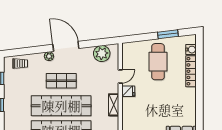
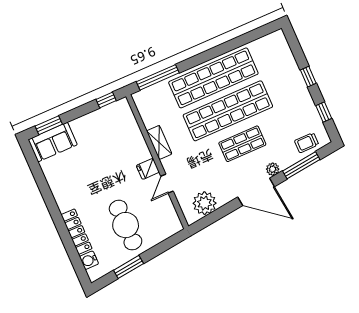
window: (30, 51) -> (301, 165), added

